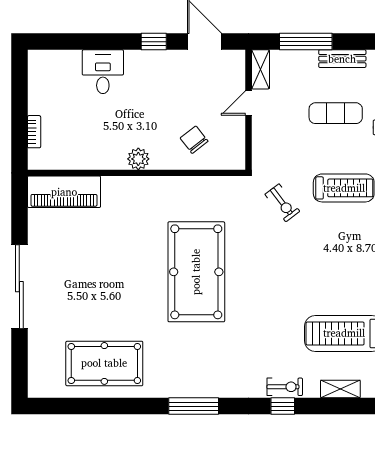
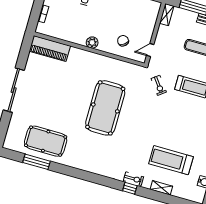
door: (249, 103) -> (150, 50), moved
window: (194, 406) -> (36, 162), moved

